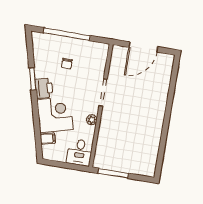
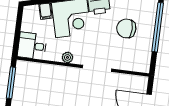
chair: (67, 64) -> (126, 28), width x1.87, depth x1.87

